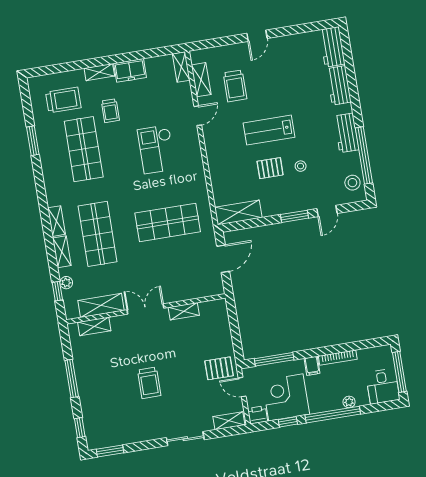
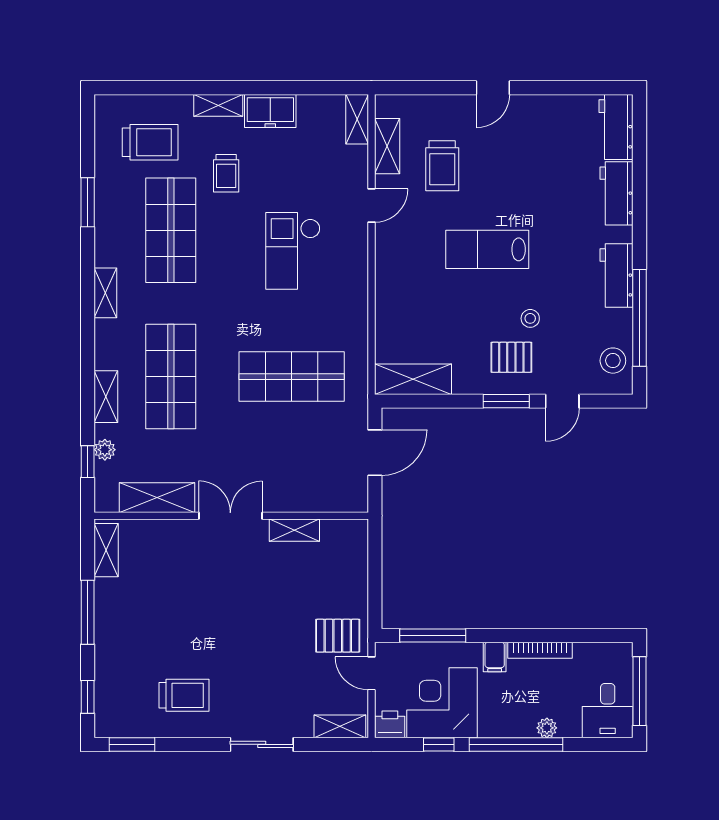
pallet: (270, 168) -> (511, 357), moved
shelving: (57, 221) -> (105, 293), moved
shelving: (94, 326) -> (106, 550), moved, turned 90
trolley: (149, 383) -> (184, 695), moved, turned -90

